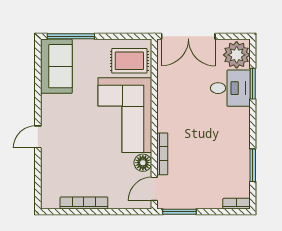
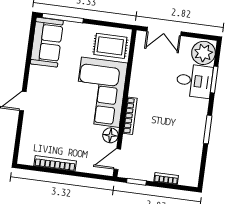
double door: (188, 36) -> (164, 31), width x0.73
bookcase: (162, 154) -> (130, 116), moved
window: (253, 165) -> (208, 129), moved
bookcase: (237, 204) -> (166, 179), moved
window: (180, 212) -> (136, 182), width x0.67

